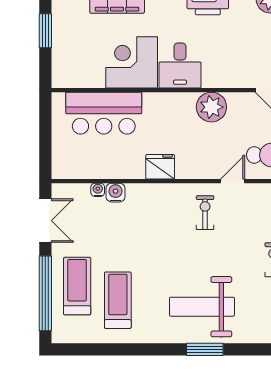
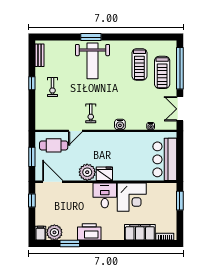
window: (45, 31) -> (180, 201), moved
bar counter: (104, 113) -> (165, 159), moved, turned -90
fridge: (160, 167) -> (104, 174), moved, turned 180
water cooler: (116, 193) -> (120, 124), moved
weight bench: (202, 307) -> (92, 61), turned 90

